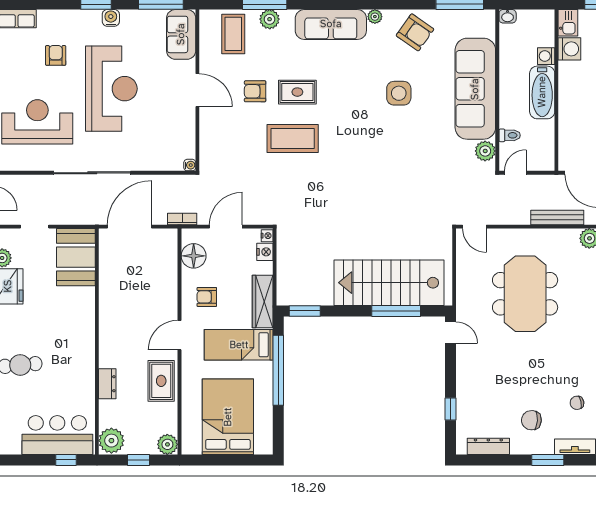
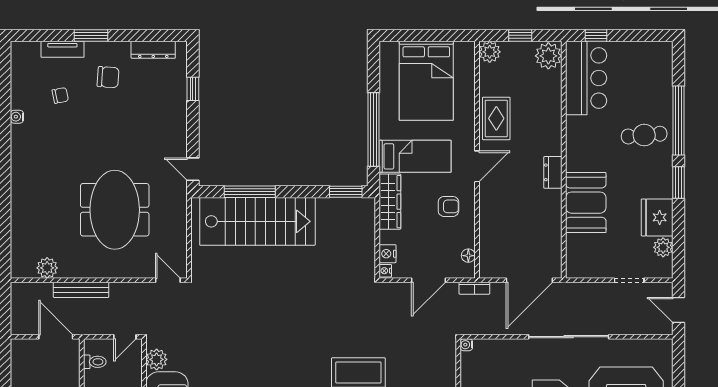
toilet: (510, 135) -> (95, 362), moved, turned 180
floor lamp: (194, 256) -> (468, 256), width x0.53, depth x0.53
booth: (76, 257) -> (586, 203), moved
dresser: (107, 384) -> (553, 172), moved
bar counter: (57, 435) -> (586, 78), moved, turned -90

